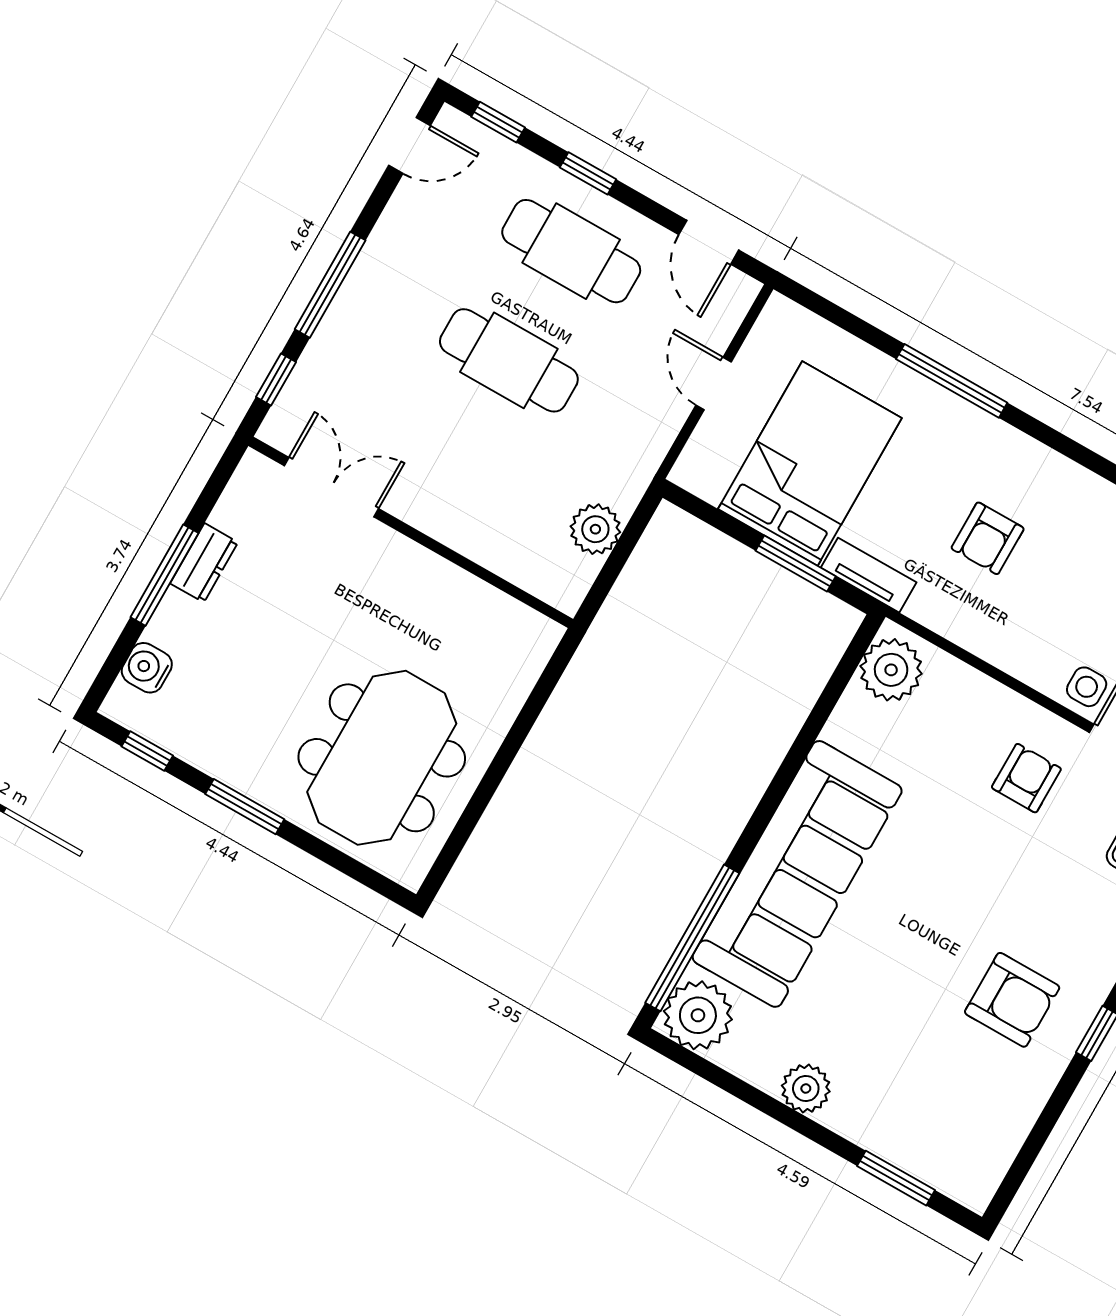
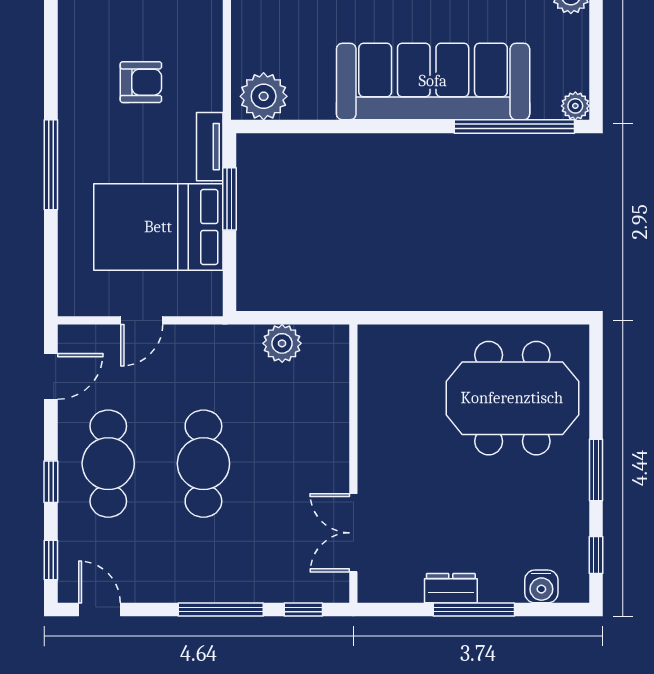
plant: (698, 1015) -> (575, 106), width x0.53, depth x0.53

